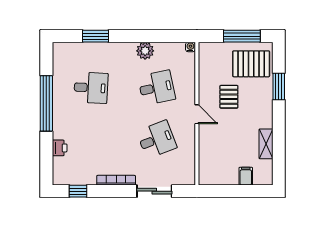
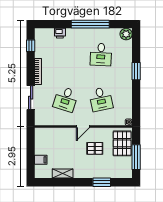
window: (95, 36) -> (136, 71), moved
plant: (145, 51) -> (126, 34), moved
pallet: (251, 64) -> (122, 143), moved
desk: (157, 139) -> (66, 99), turned 39

